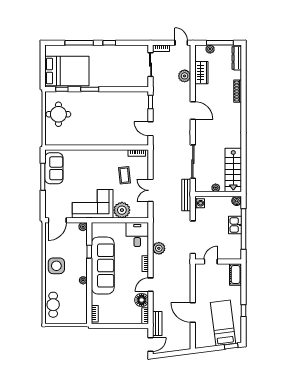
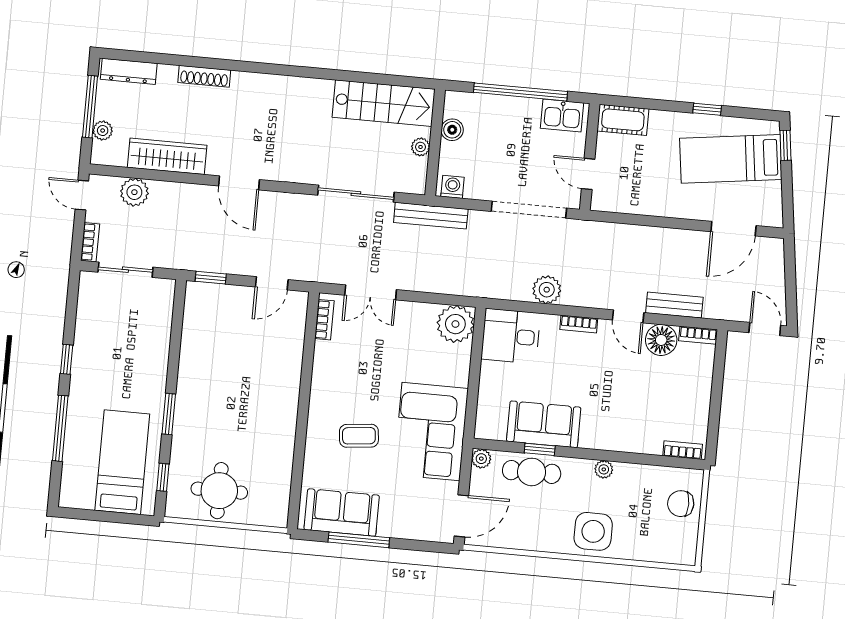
door: (181, 43) -> (82, 195), hinge flipped
bed: (67, 71) -> (122, 462), width x0.67
wardrobe: (201, 73) -> (167, 156), width x1.50
plant: (185, 76) -> (134, 192), moved
door: (193, 110) -> (239, 183), swing flipped
coffee table: (124, 175) -> (359, 436), moved
double door: (151, 190) -> (371, 292), moved
boiler: (237, 201) -> (452, 130), moved
plant: (122, 210) -> (455, 324), moved
door: (57, 220) -> (461, 516), hinge flipped
kitchen sink: (235, 225) -> (562, 116), moved
side table: (56, 266) -> (593, 531), moved
sofa: (103, 266) -> (544, 424), width x0.54, depth x0.79
cafe table: (53, 305) -> (532, 472), moved
door: (193, 313) -> (733, 229), moved
chair: (71, 315) -> (681, 504), added
bench: (157, 323) -> (674, 305), moved

